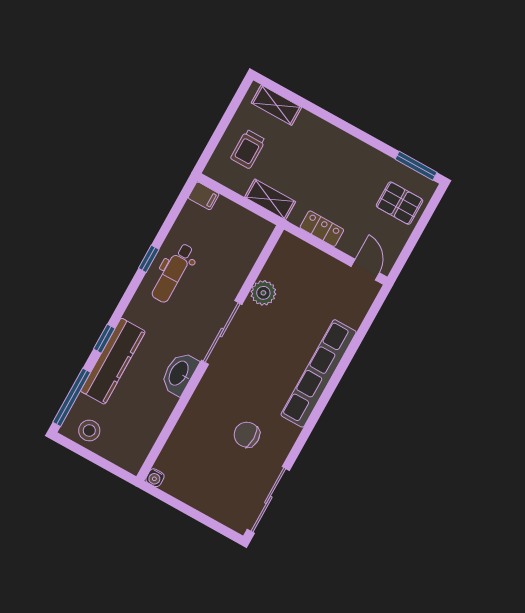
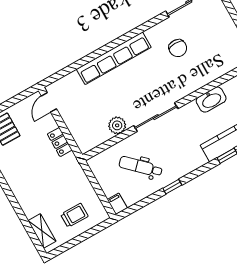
shelving: (270, 199) -> (80, 178), removed
dental chair: (173, 273) -> (141, 167), moved, turned -136
washbasin: (179, 373) -> (211, 100), moved

